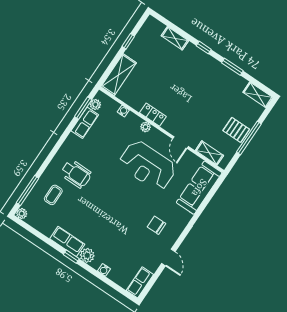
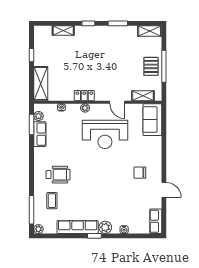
pallet: (236, 130) -> (151, 66), turned 90
sofa: (199, 188) -> (152, 120), width x0.73
row of seats: (67, 241) -> (78, 227), width x1.48

